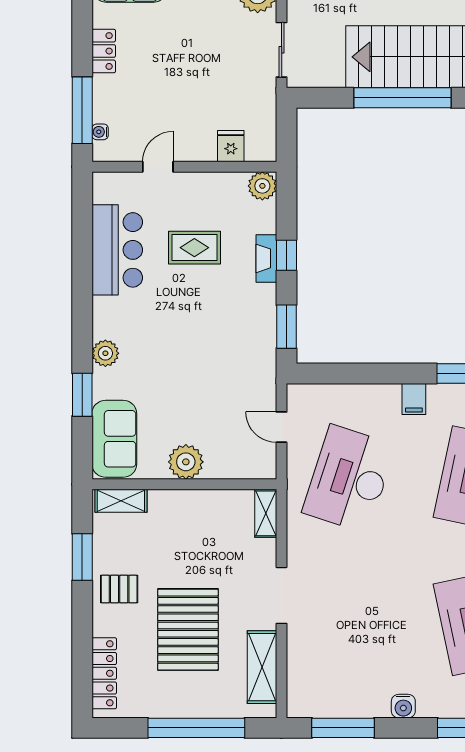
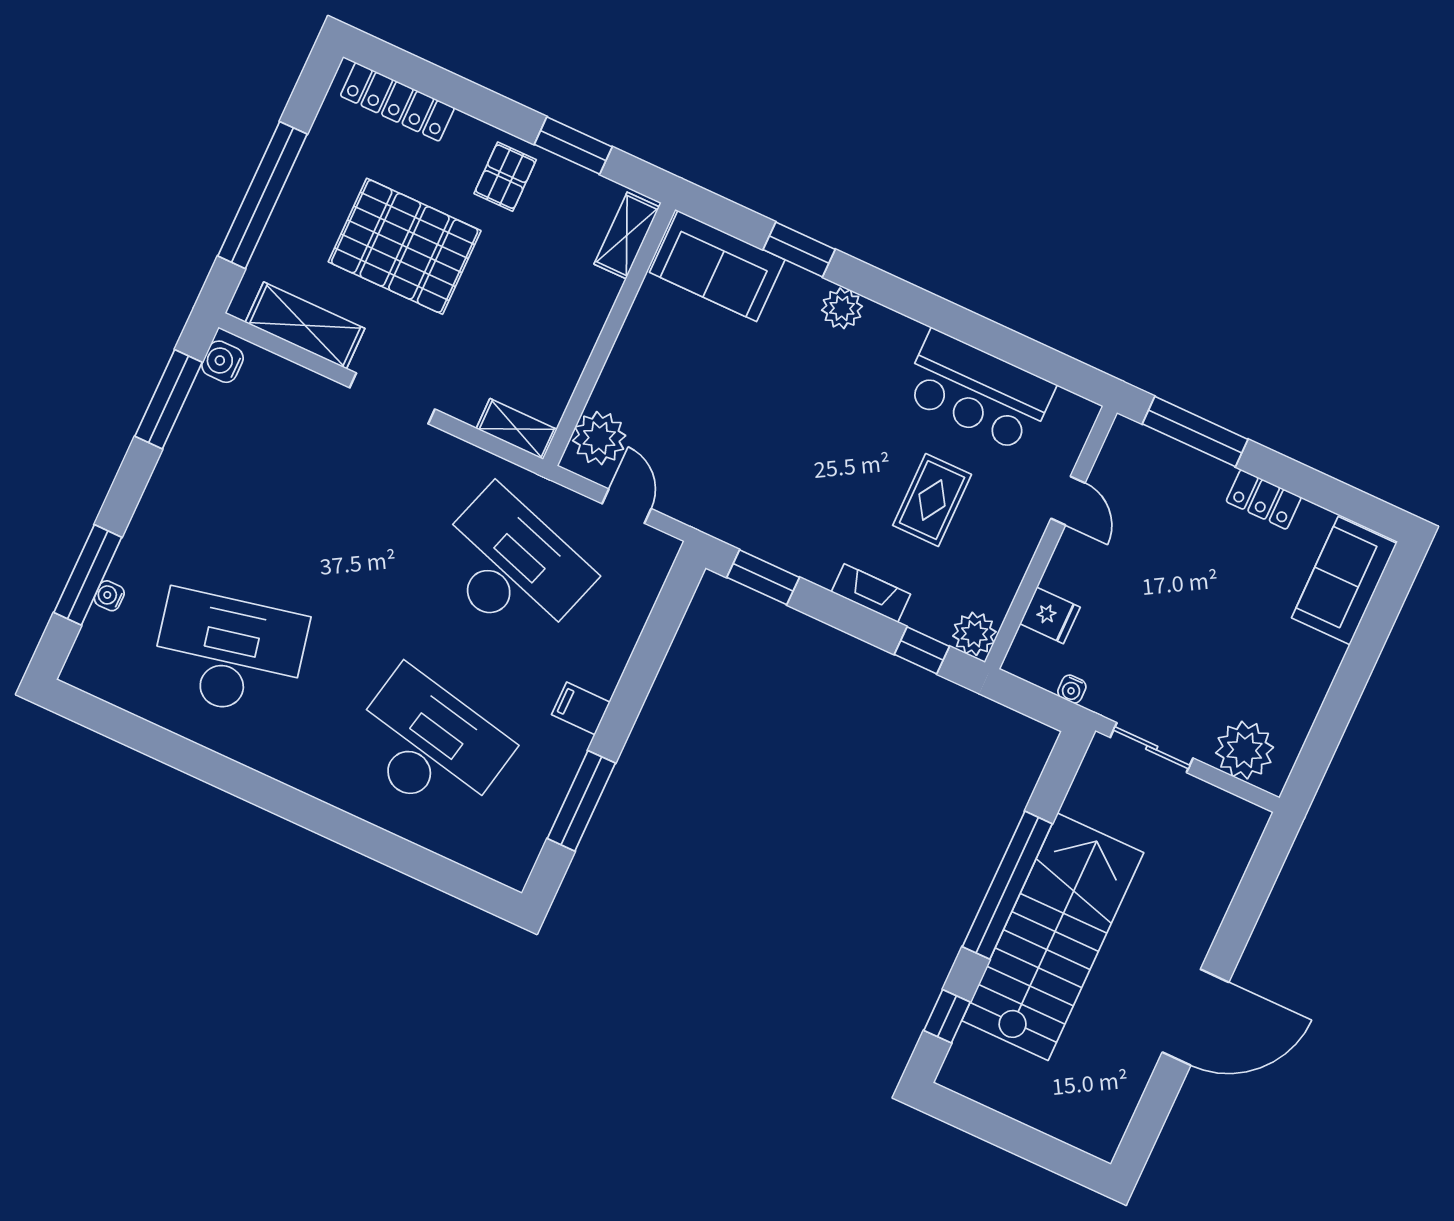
water cooler: (100, 132) -> (1072, 689), moved, turned 180
window: (286, 255) -> (922, 650), moved
door: (282, 427) -> (627, 506), hinge flipped
plant: (186, 462) -> (599, 438), moved
water cooler: (403, 706) -> (222, 362), moved

